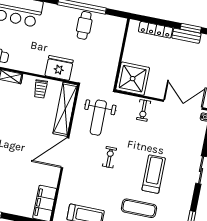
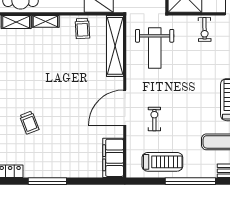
door: (65, 153) -> (125, 108), moved
exercise bike: (110, 157) -> (154, 119), moved

